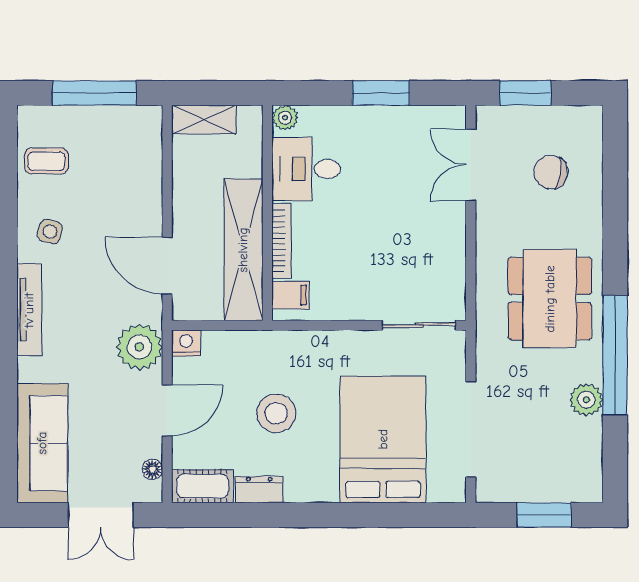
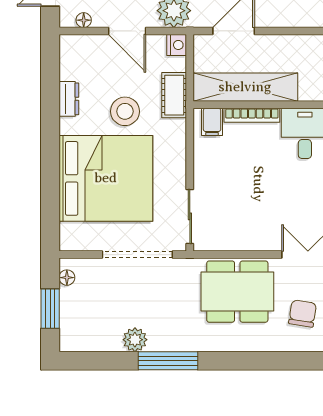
dining table: (550, 299) -> (237, 292), moved
window: (615, 355) -> (168, 361), width x0.68
doorway: (471, 429) -> (137, 255), moved
bed: (383, 439) -> (106, 178), width x1.36
cot: (202, 486) -> (174, 95), moved
floor lamp: (502, 492) -> (67, 278), added

